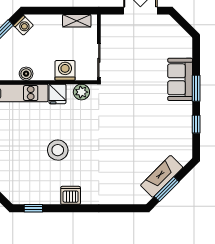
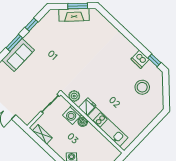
boiler: (26, 74) -> (83, 122), moved
stool: (58, 150) -> (142, 87), moved
dishwasher: (71, 195) -> (140, 59), moved

